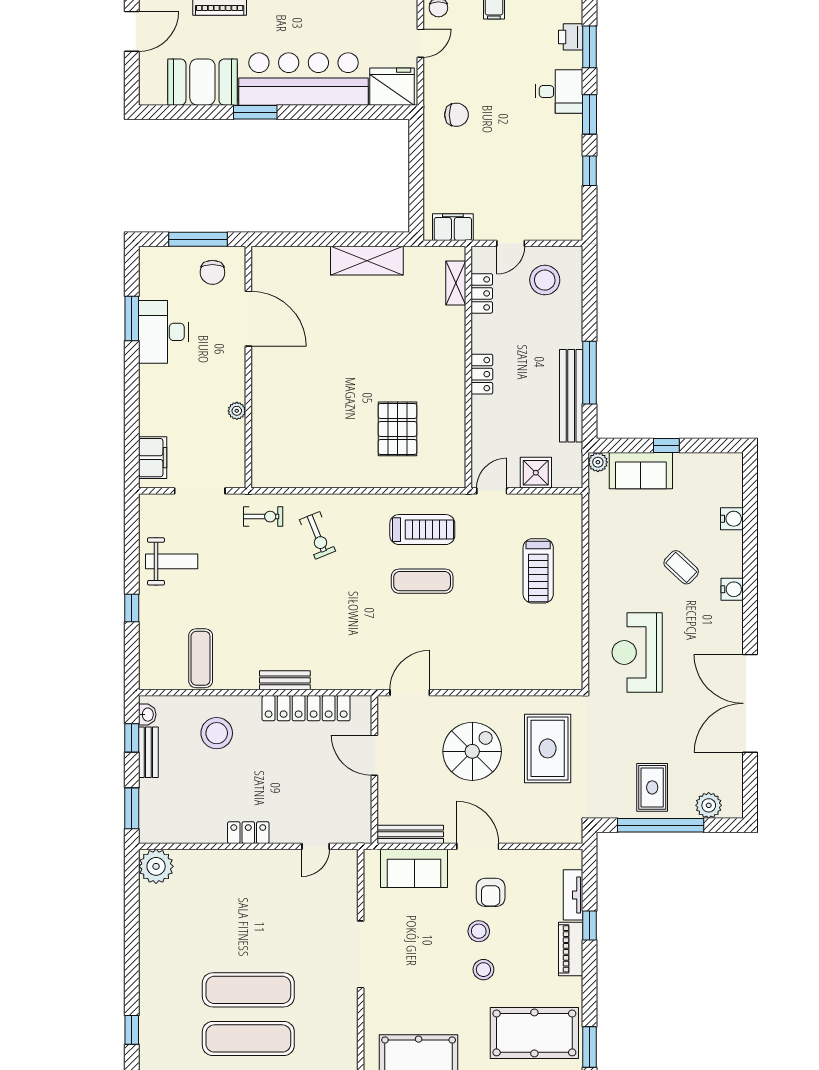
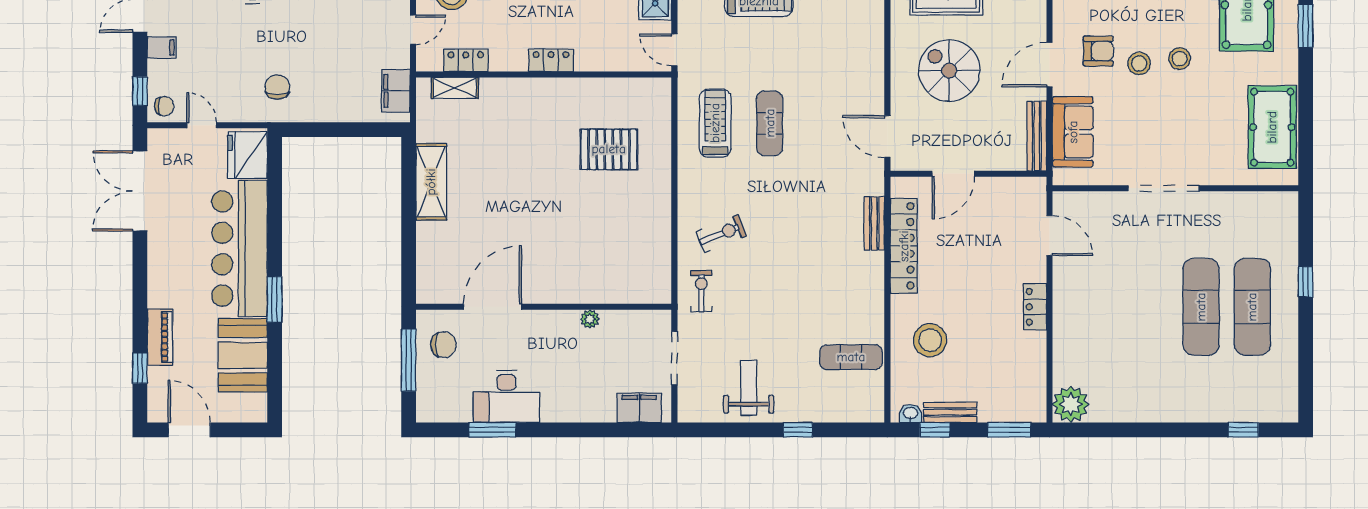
door: (511, 243) -> (413, 30), hinge flipped
bench: (285, 680) -> (874, 223), moved
door: (316, 846) -> (1050, 236), width x1.38

